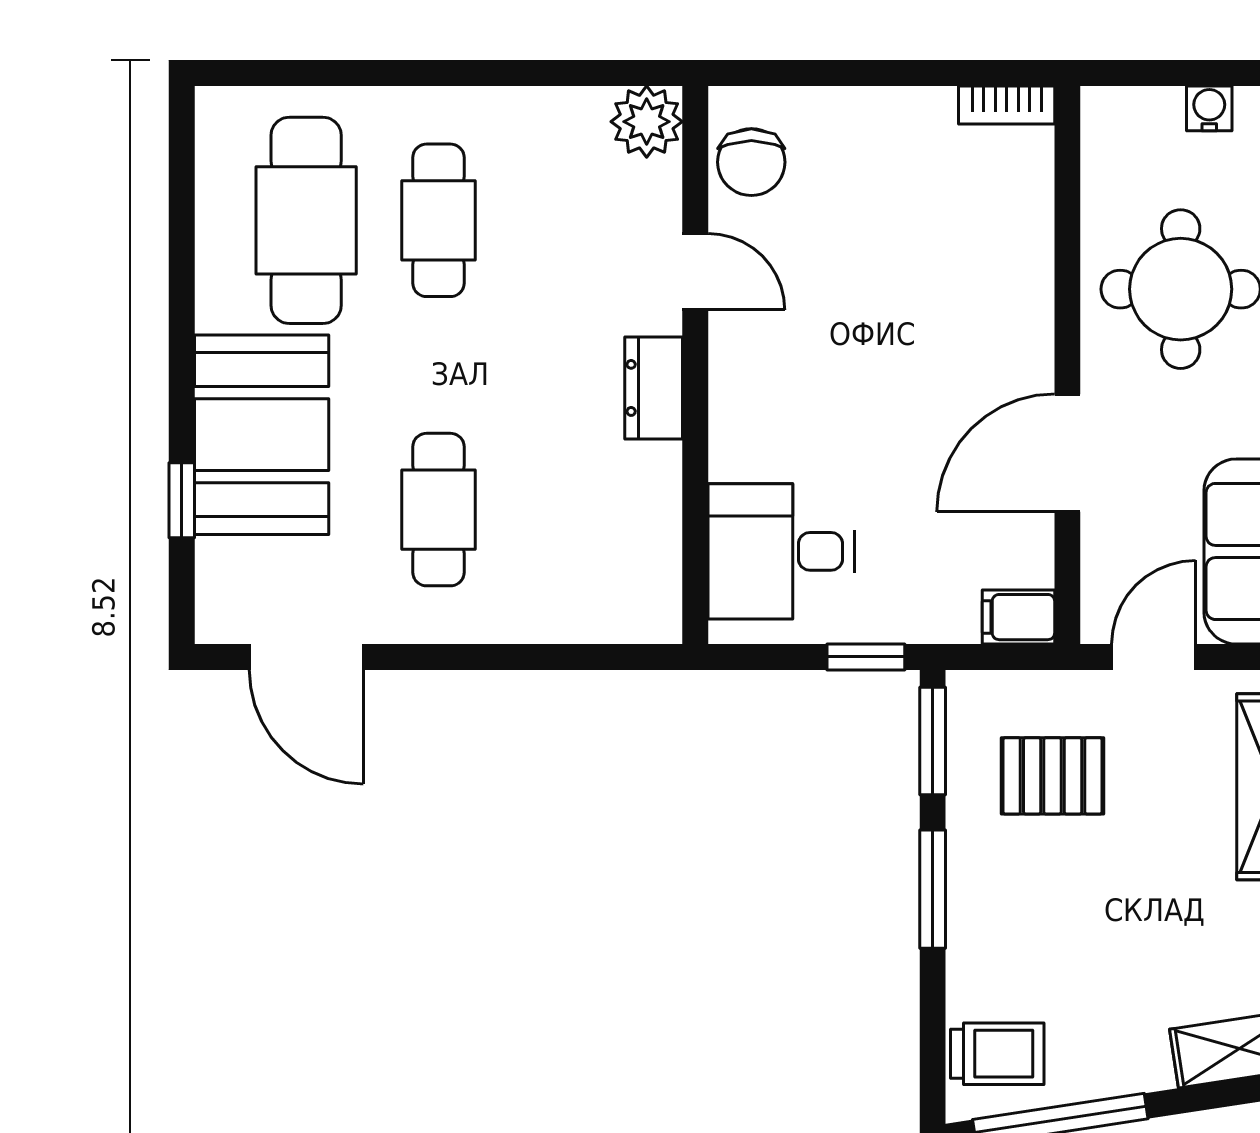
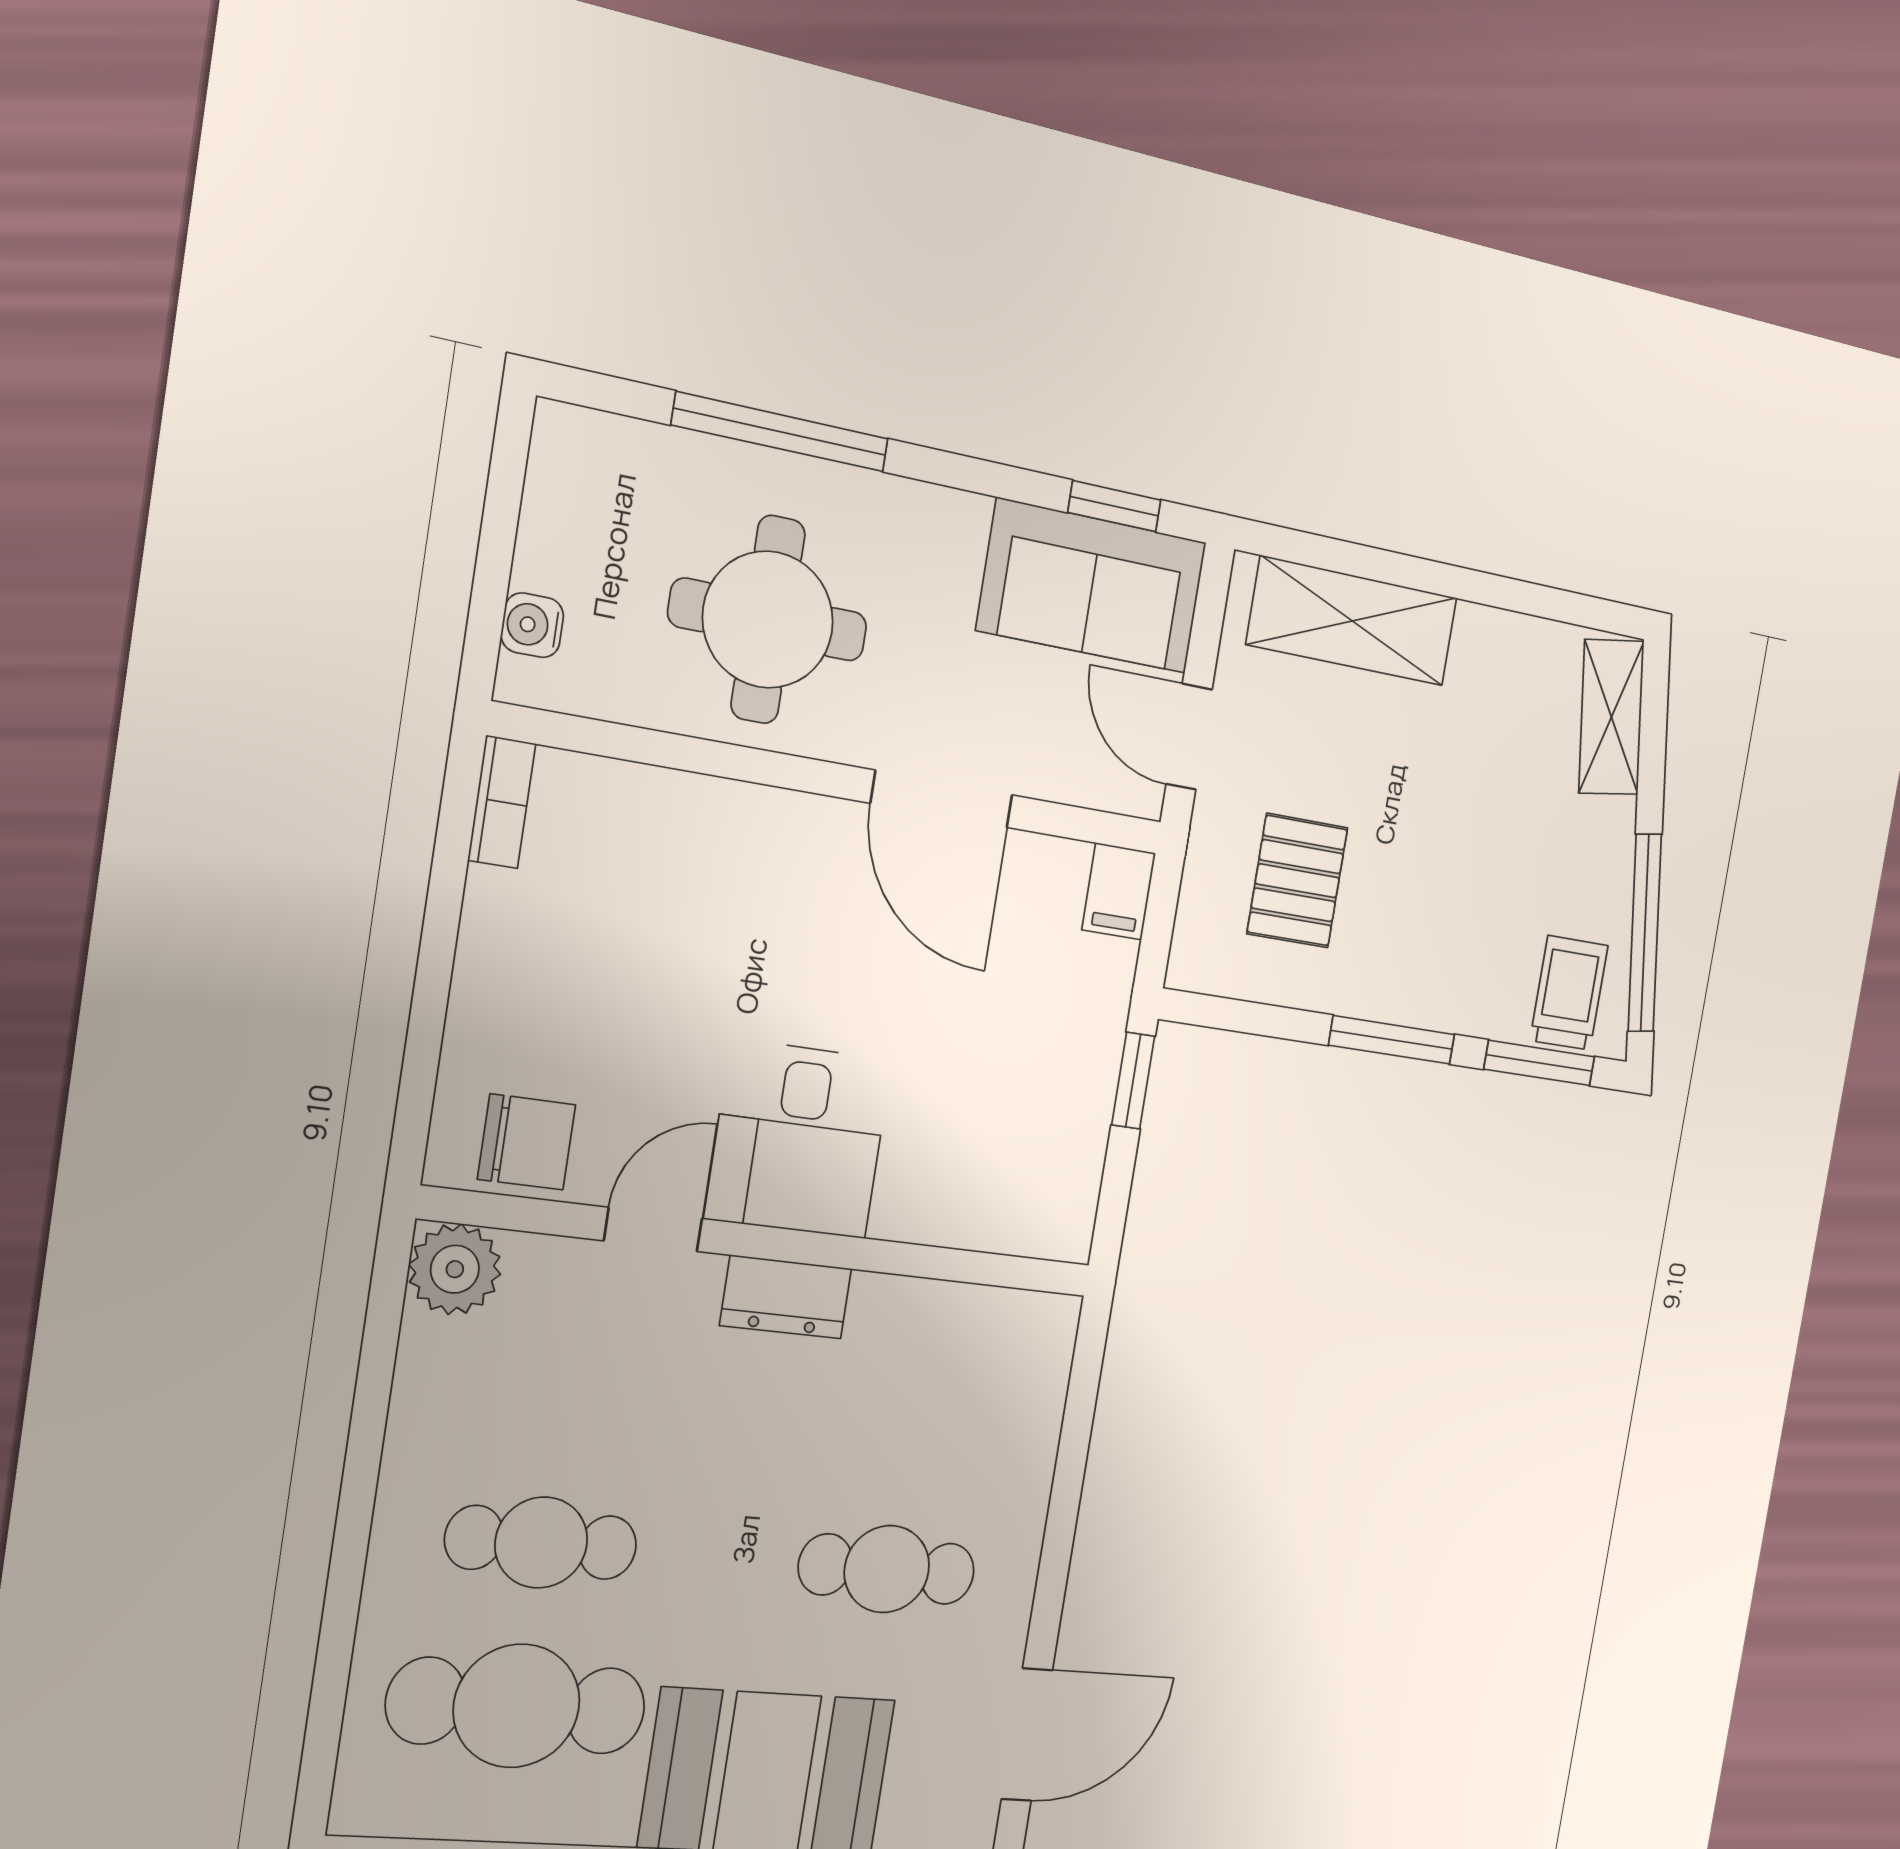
water cooler: (1209, 108) -> (532, 625), moved
desk: (781, 551) -> (799, 1139), moved
window: (933, 741) -> (1539, 1063), moved

